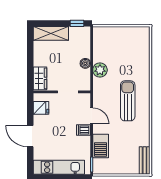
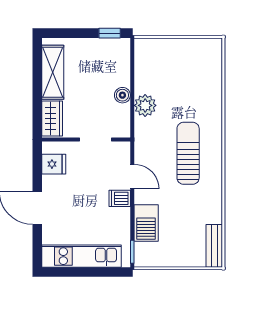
shelving: (51, 33) -> (53, 72), moved, turned 90

